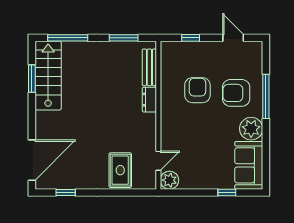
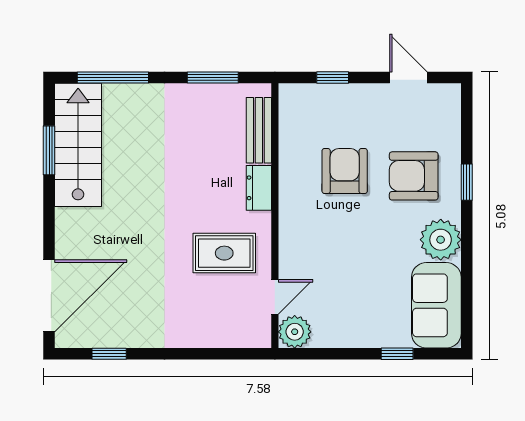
window: (266, 96) -> (467, 182), width x0.46
rug: (120, 170) -> (224, 253), moved, turned 90

